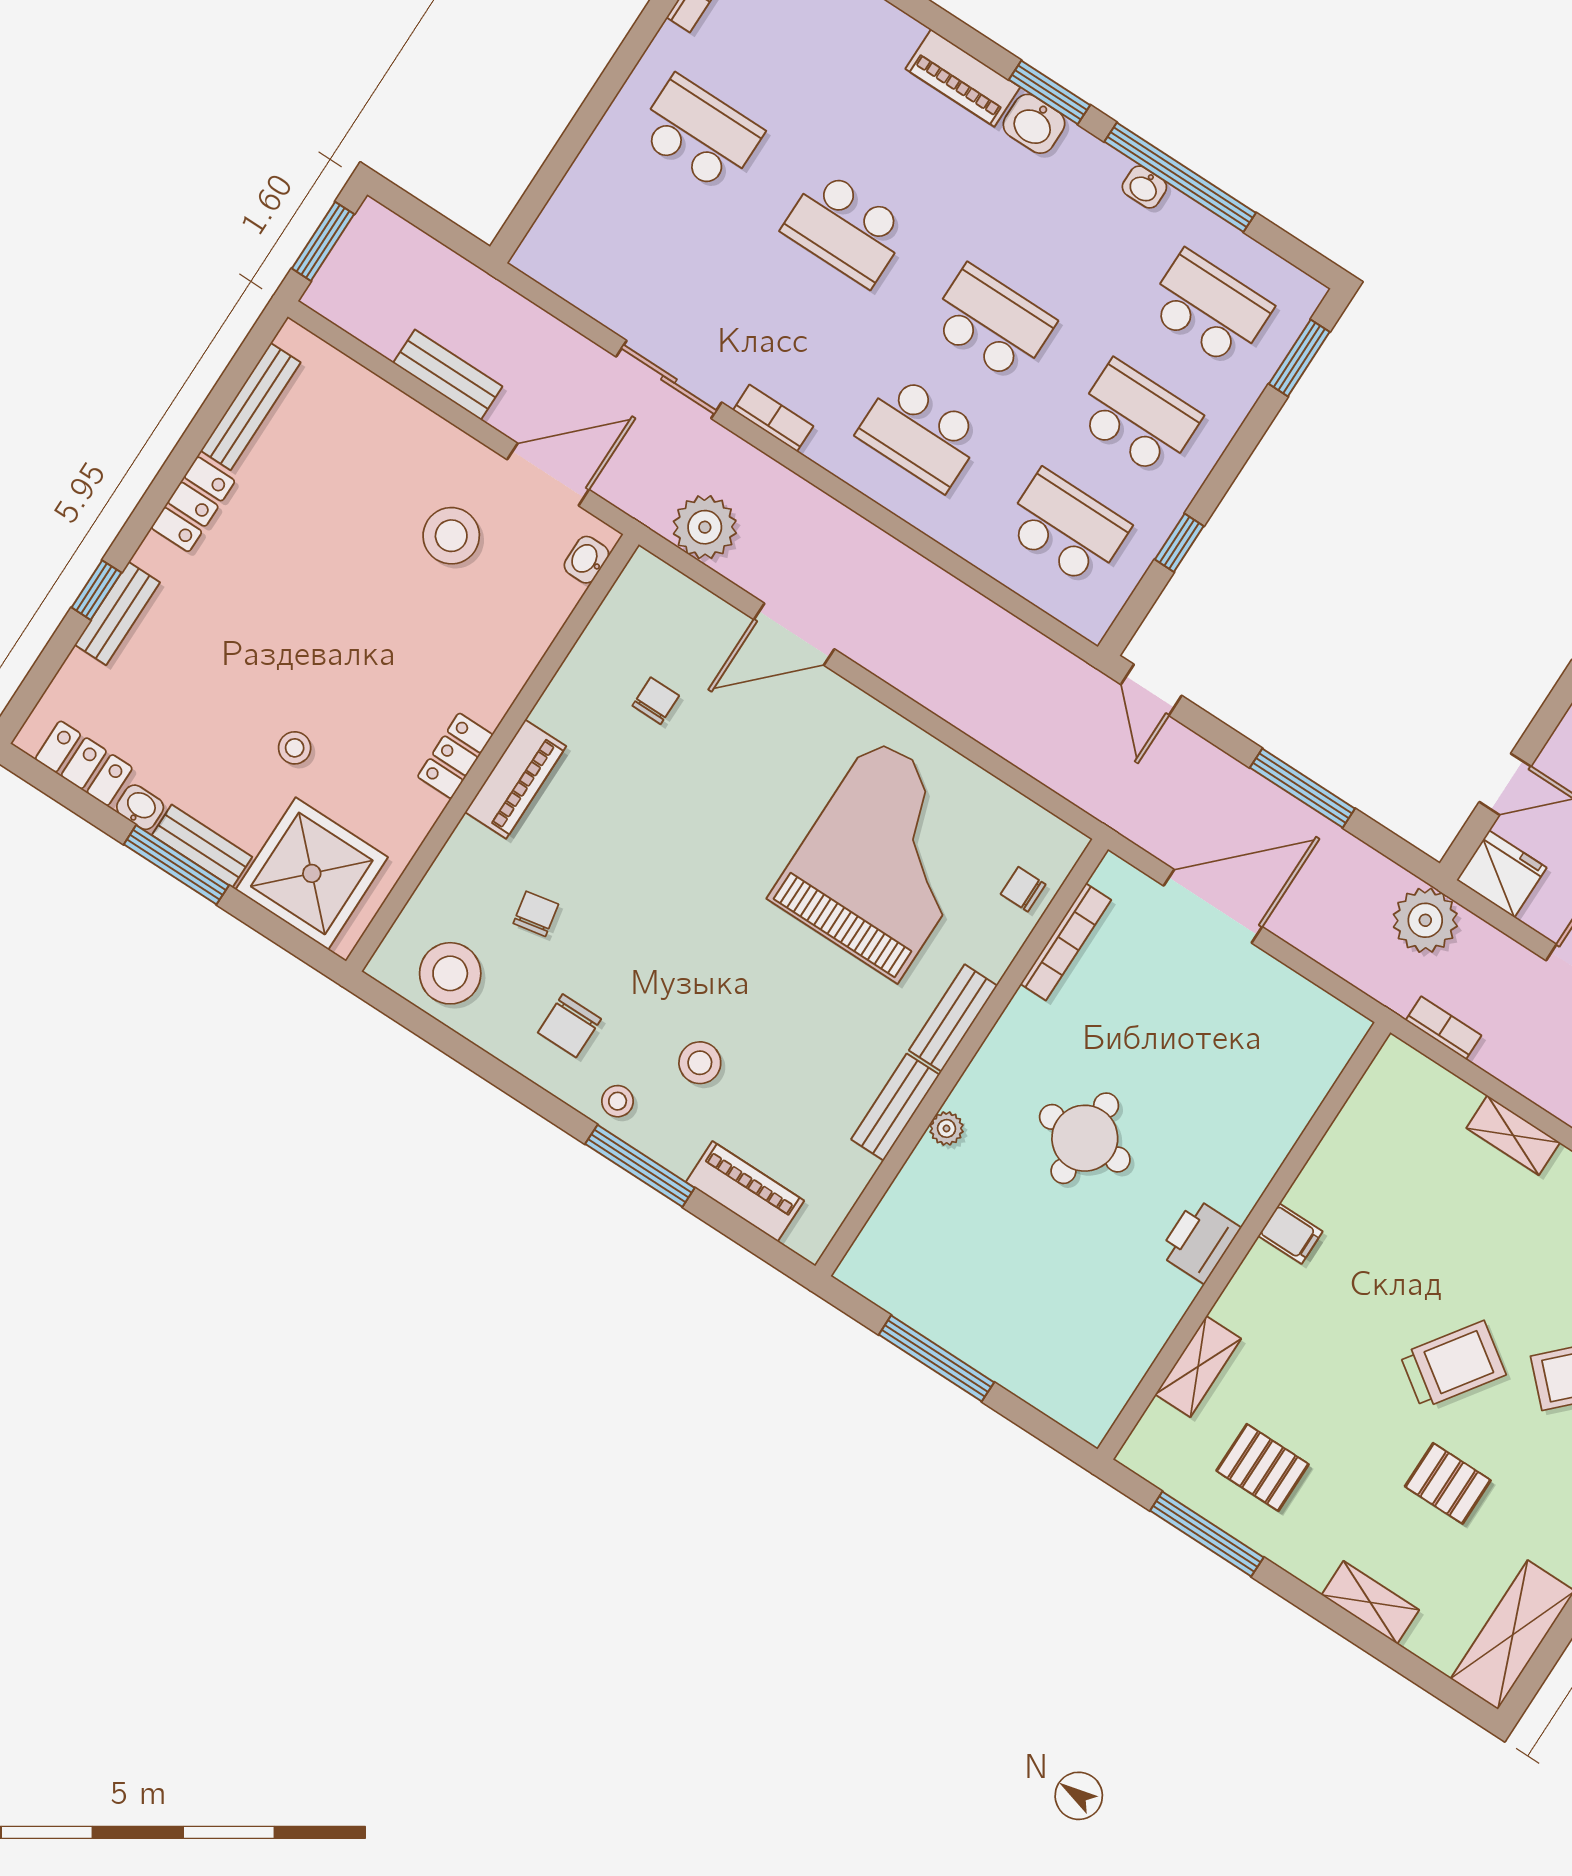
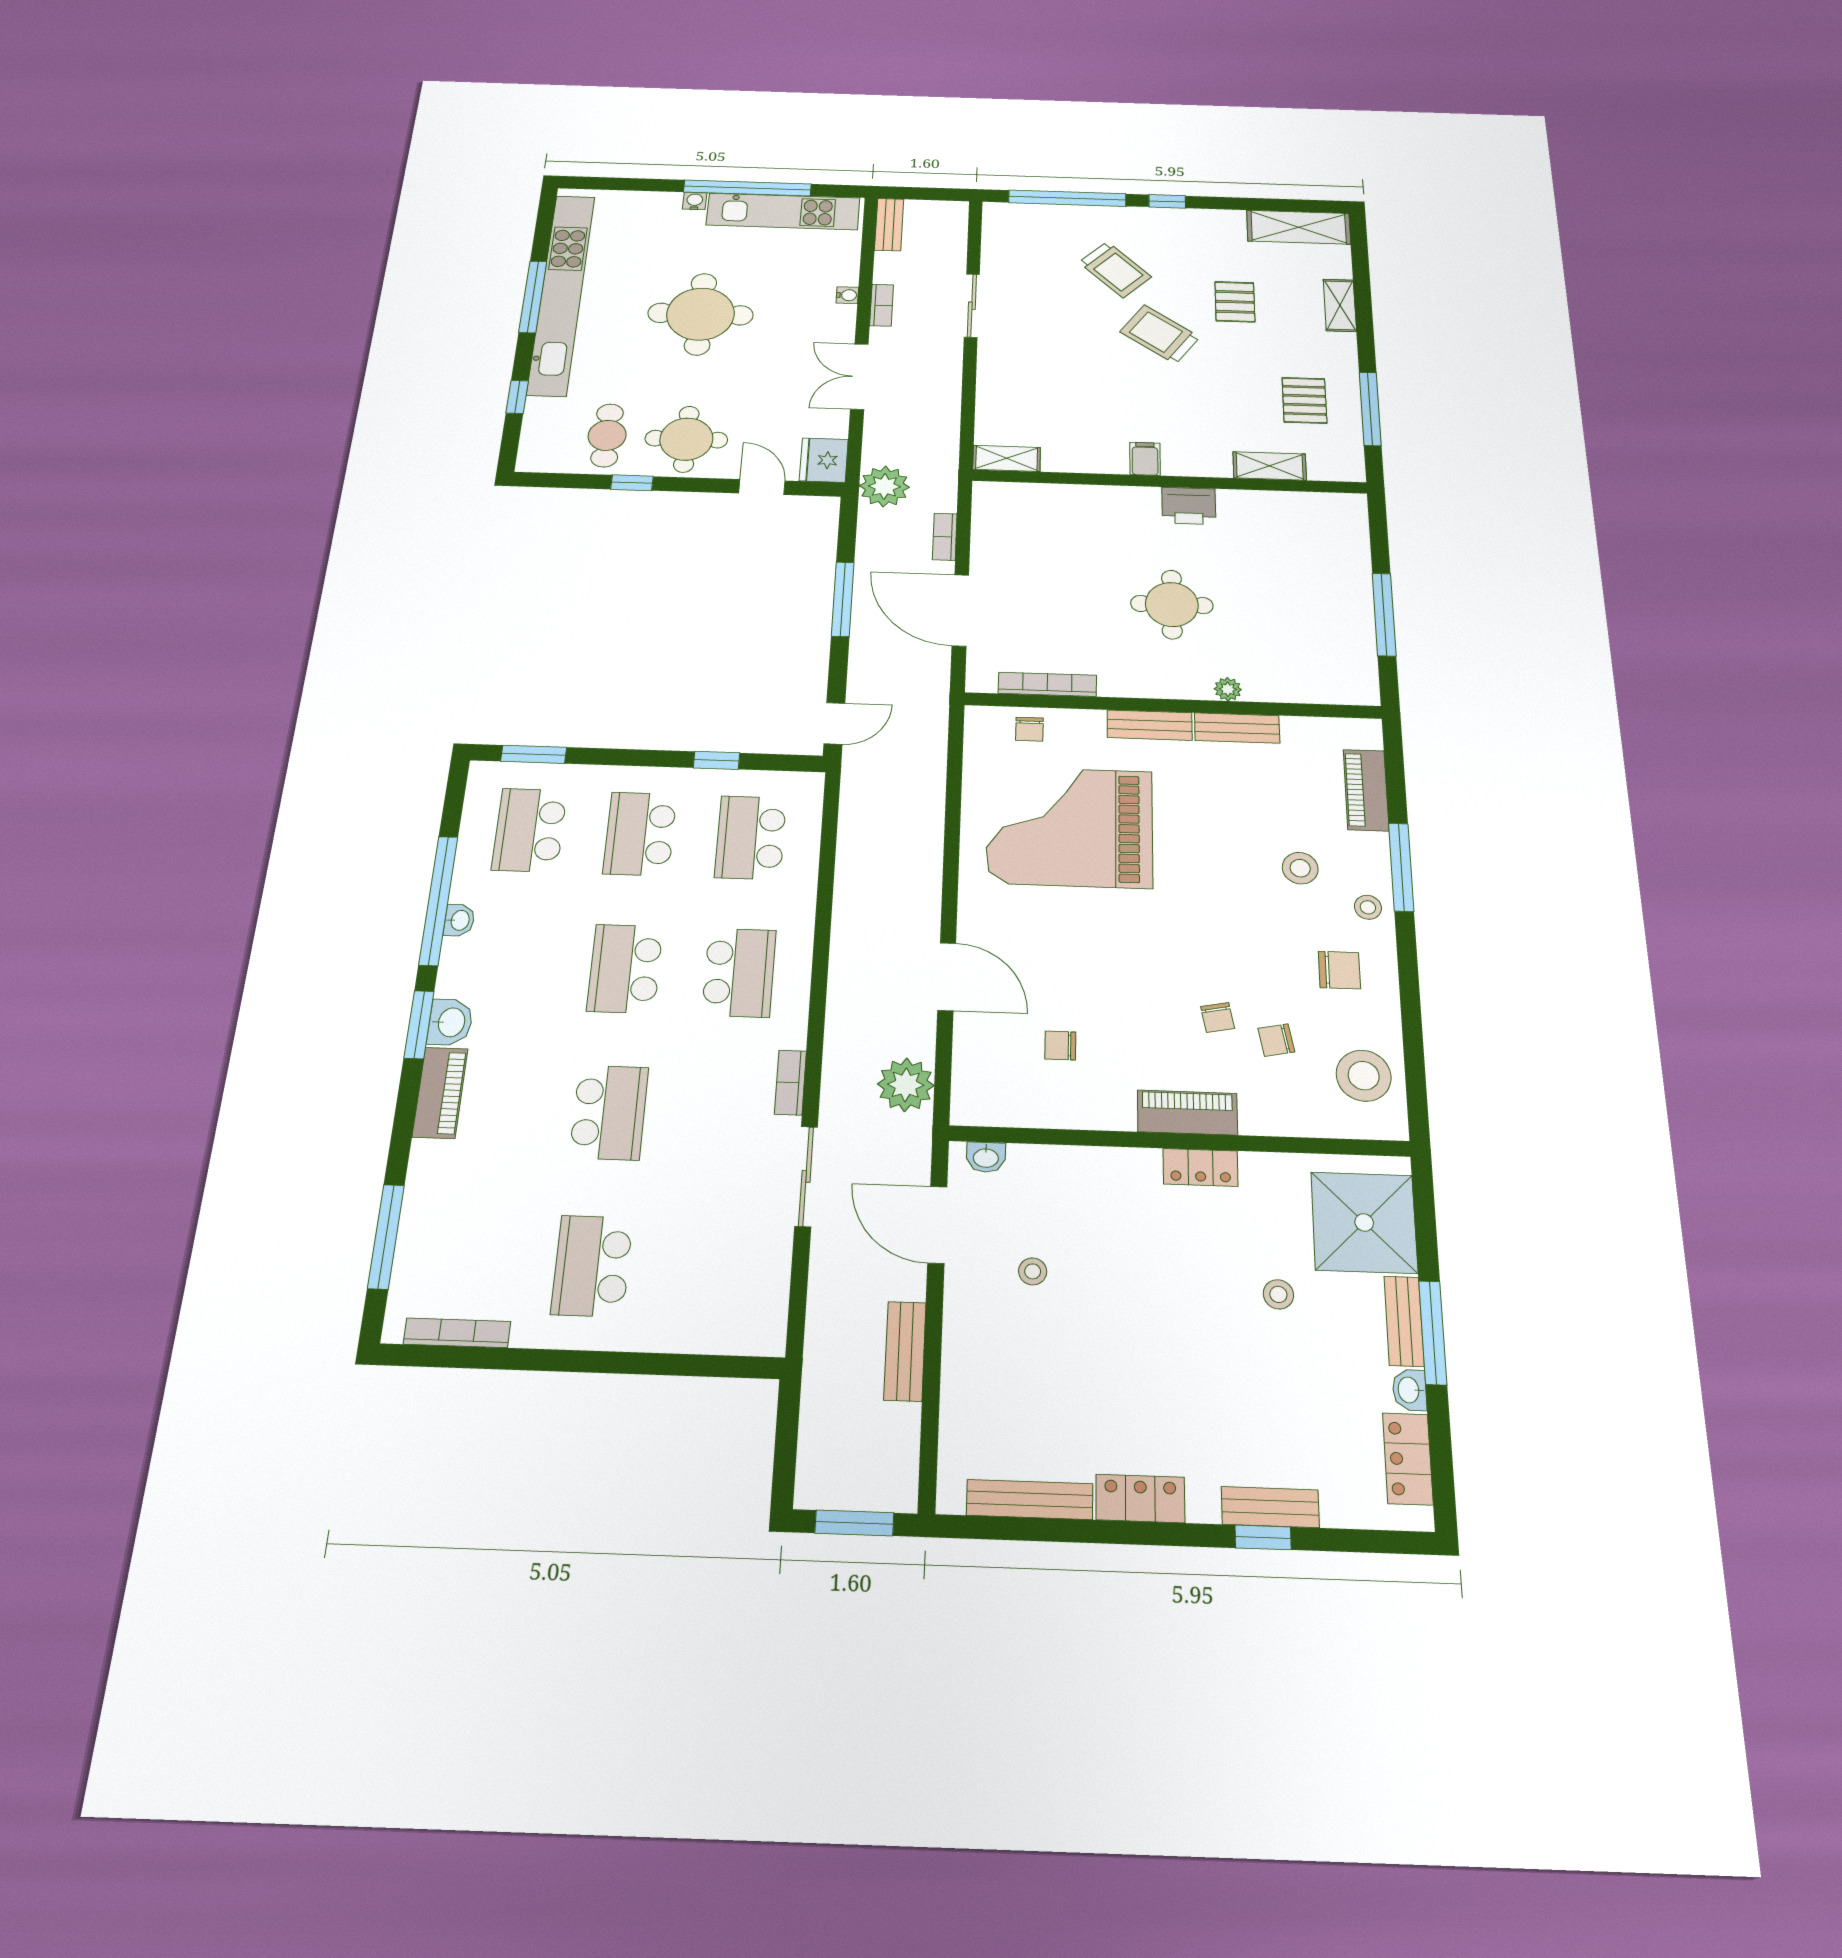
stool: (451, 536) -> (1033, 1271), width x0.53, depth x0.53
chair: (593, 872) -> (1218, 1017), added
bookcase: (1444, 1028) -> (945, 537), moved
shelving: (1513, 1135) -> (1007, 458), moved, turned 90

